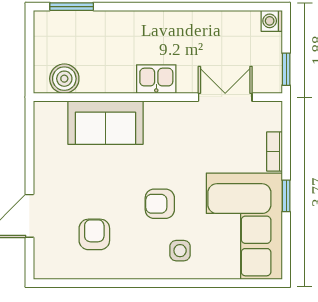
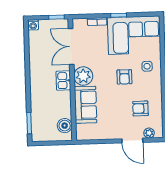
double door: (225, 97) -> (71, 47), width x1.37
plant: (164, 120) -> (83, 76), added
plant: (44, 250) -> (149, 133), added

